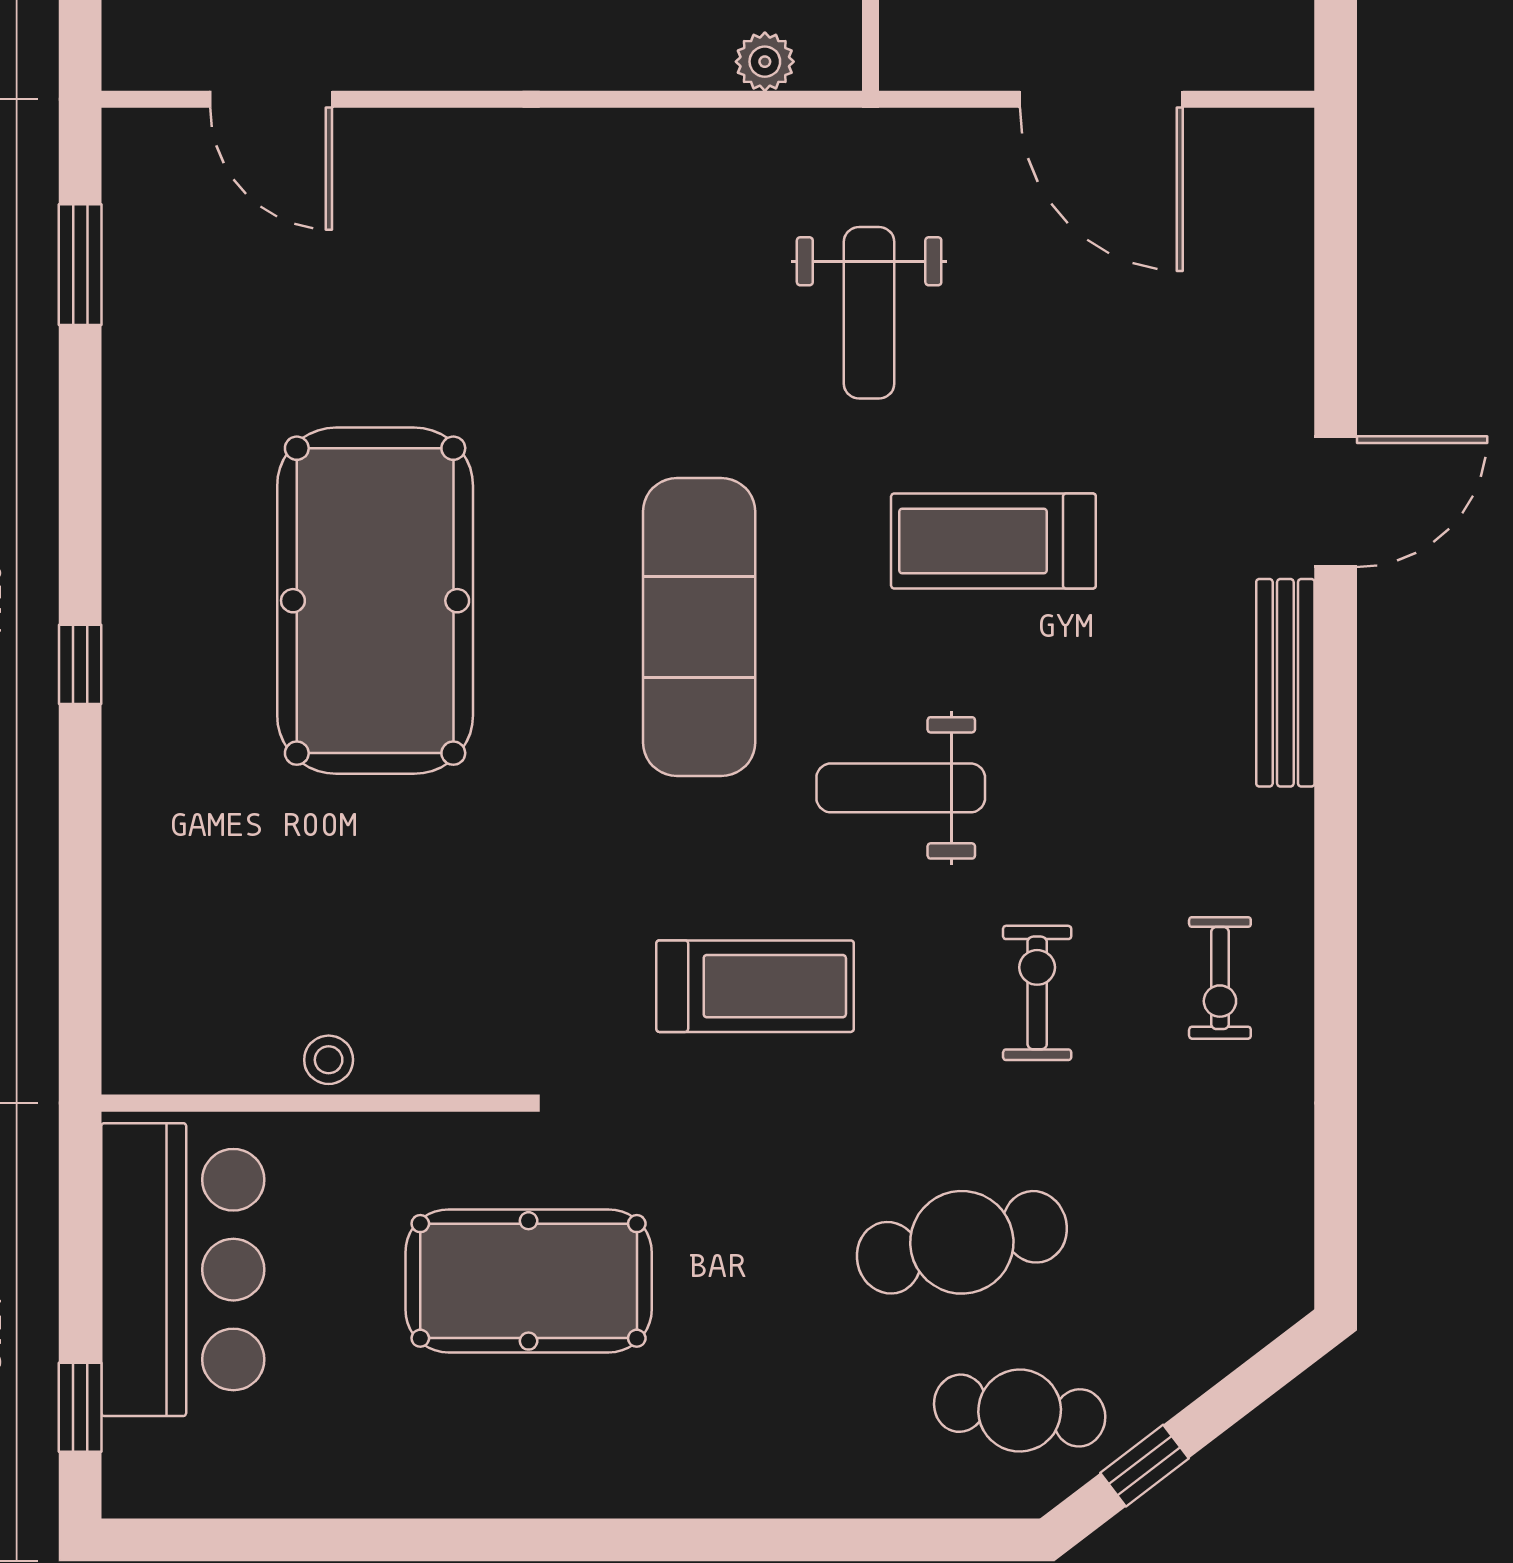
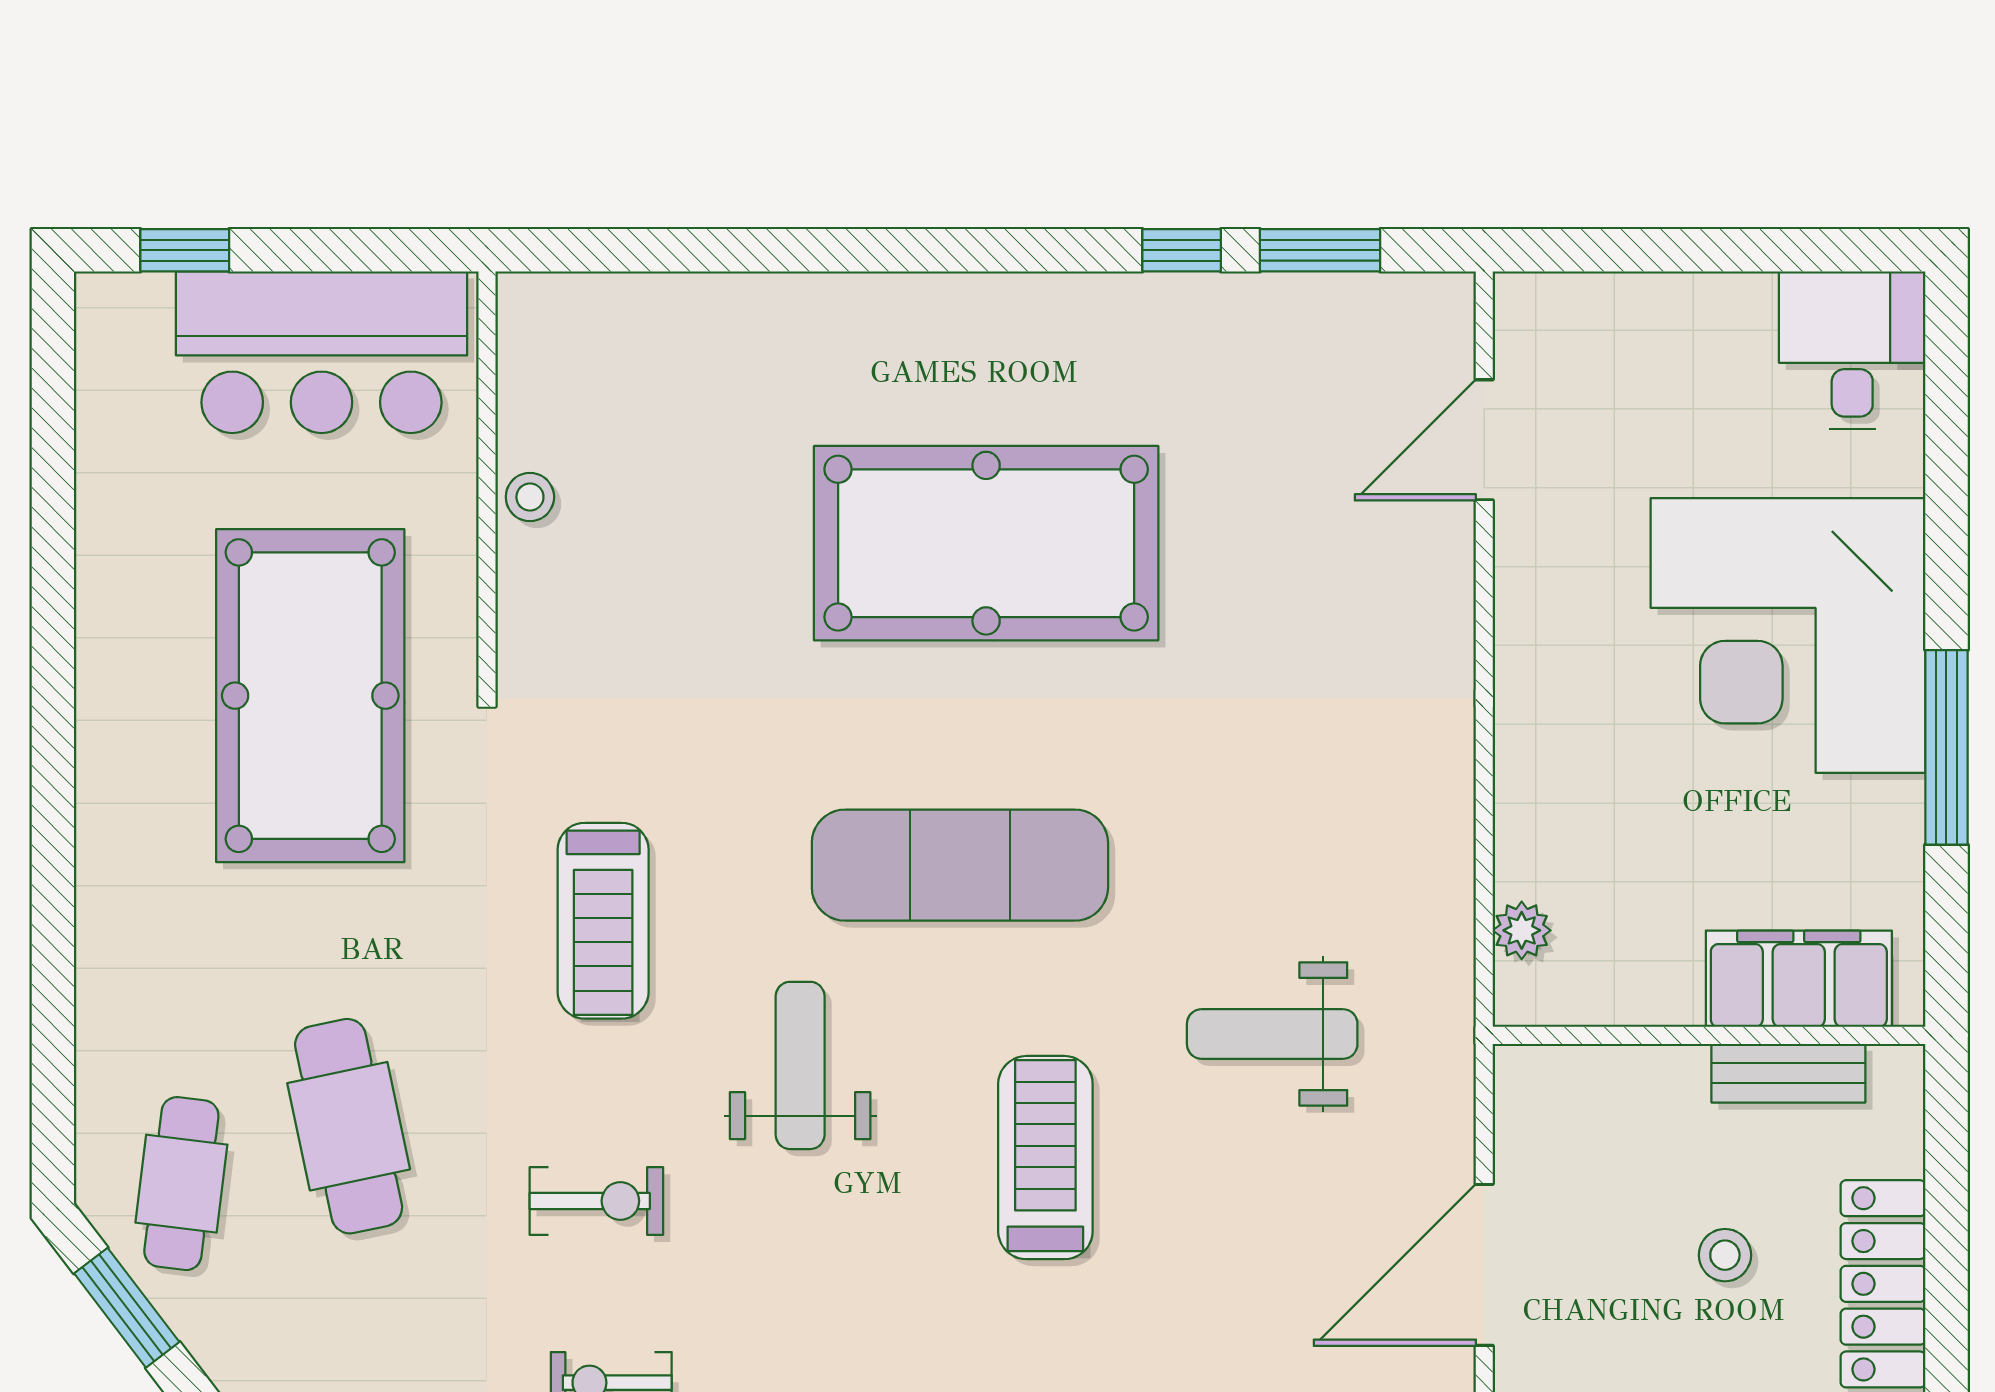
window: (80, 664) -> (1182, 250), moved
pool table: (529, 1281) -> (310, 696), width x1.36, depth x1.32
window: (1145, 1466) -> (127, 1308), width x1.50

